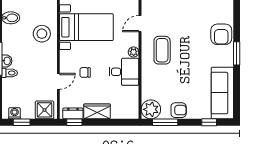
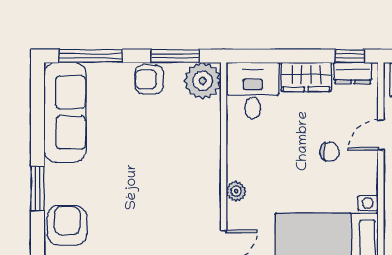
coffee table: (162, 50) -> (181, 195), removed
desk: (124, 72) -> (253, 90), moved, turned 90
window: (209, 122) -> (91, 56), width x2.17

